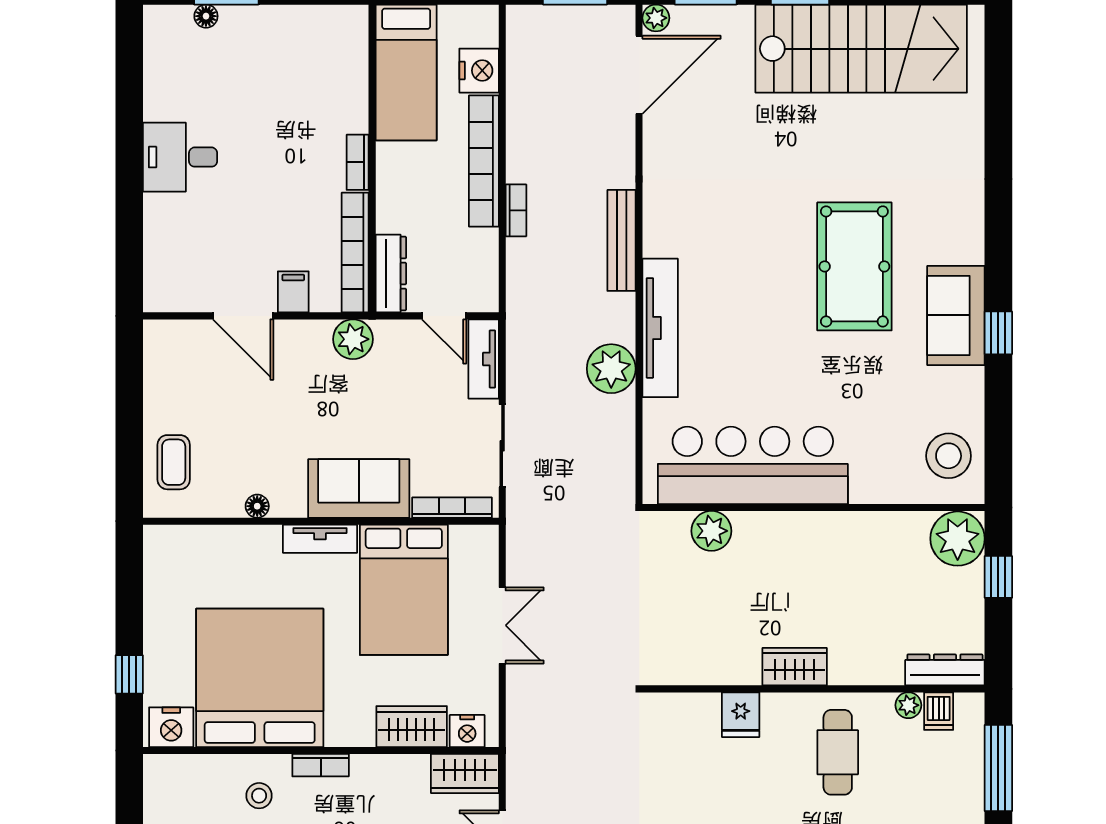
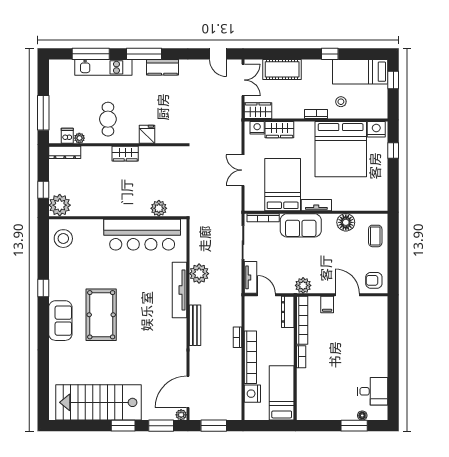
desk: (180, 157) -> (373, 391), moved
sofa: (956, 315) -> (60, 321), moved
armchair: (177, 352) -> (374, 280), added
floor lamp: (257, 506) -> (346, 222), width x1.89, depth x1.89

